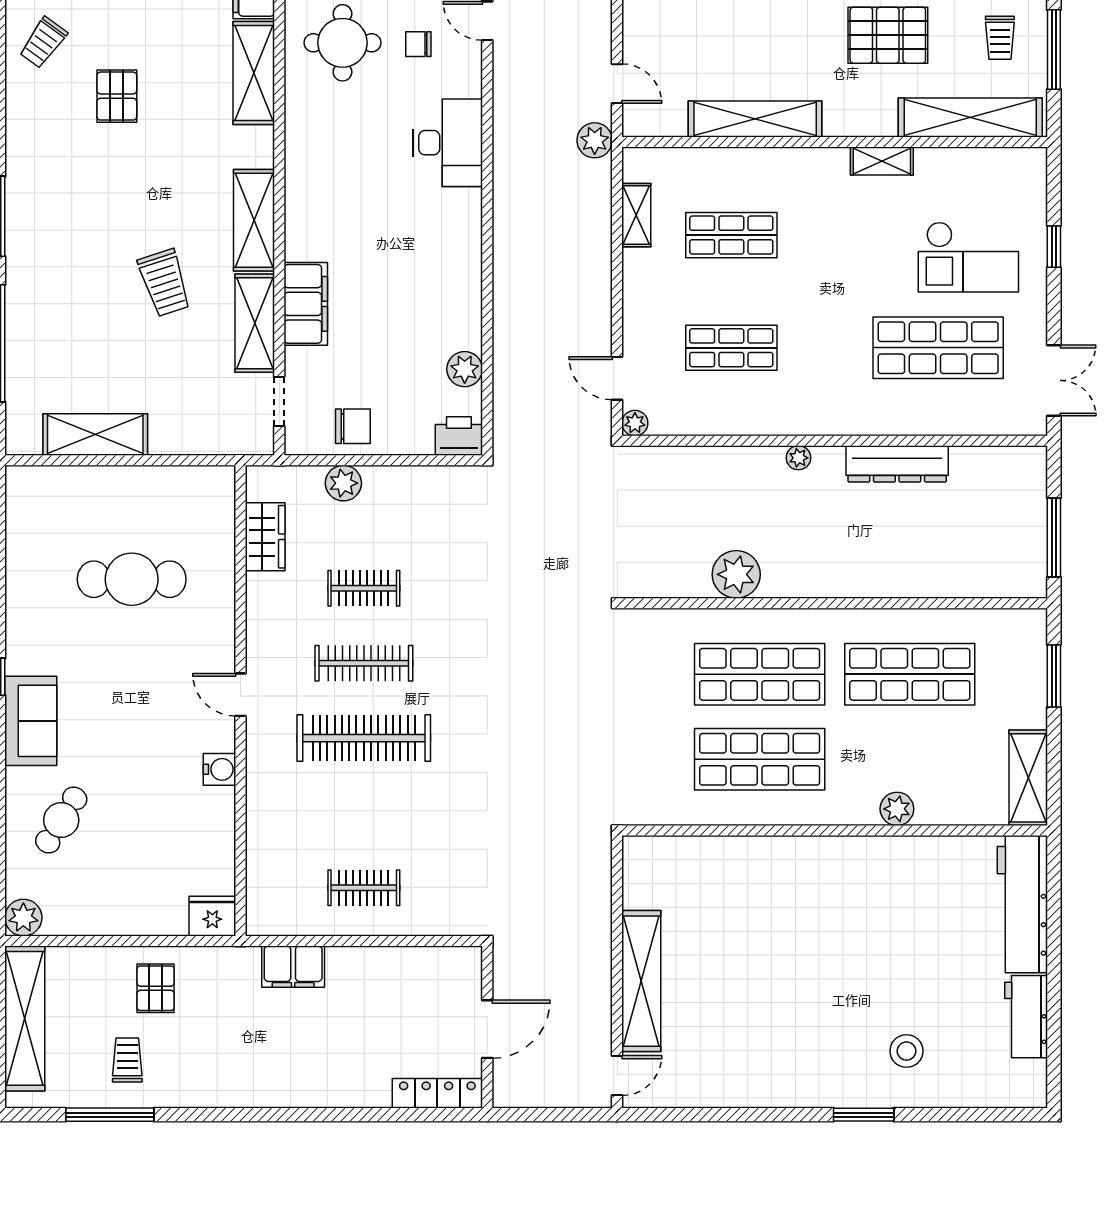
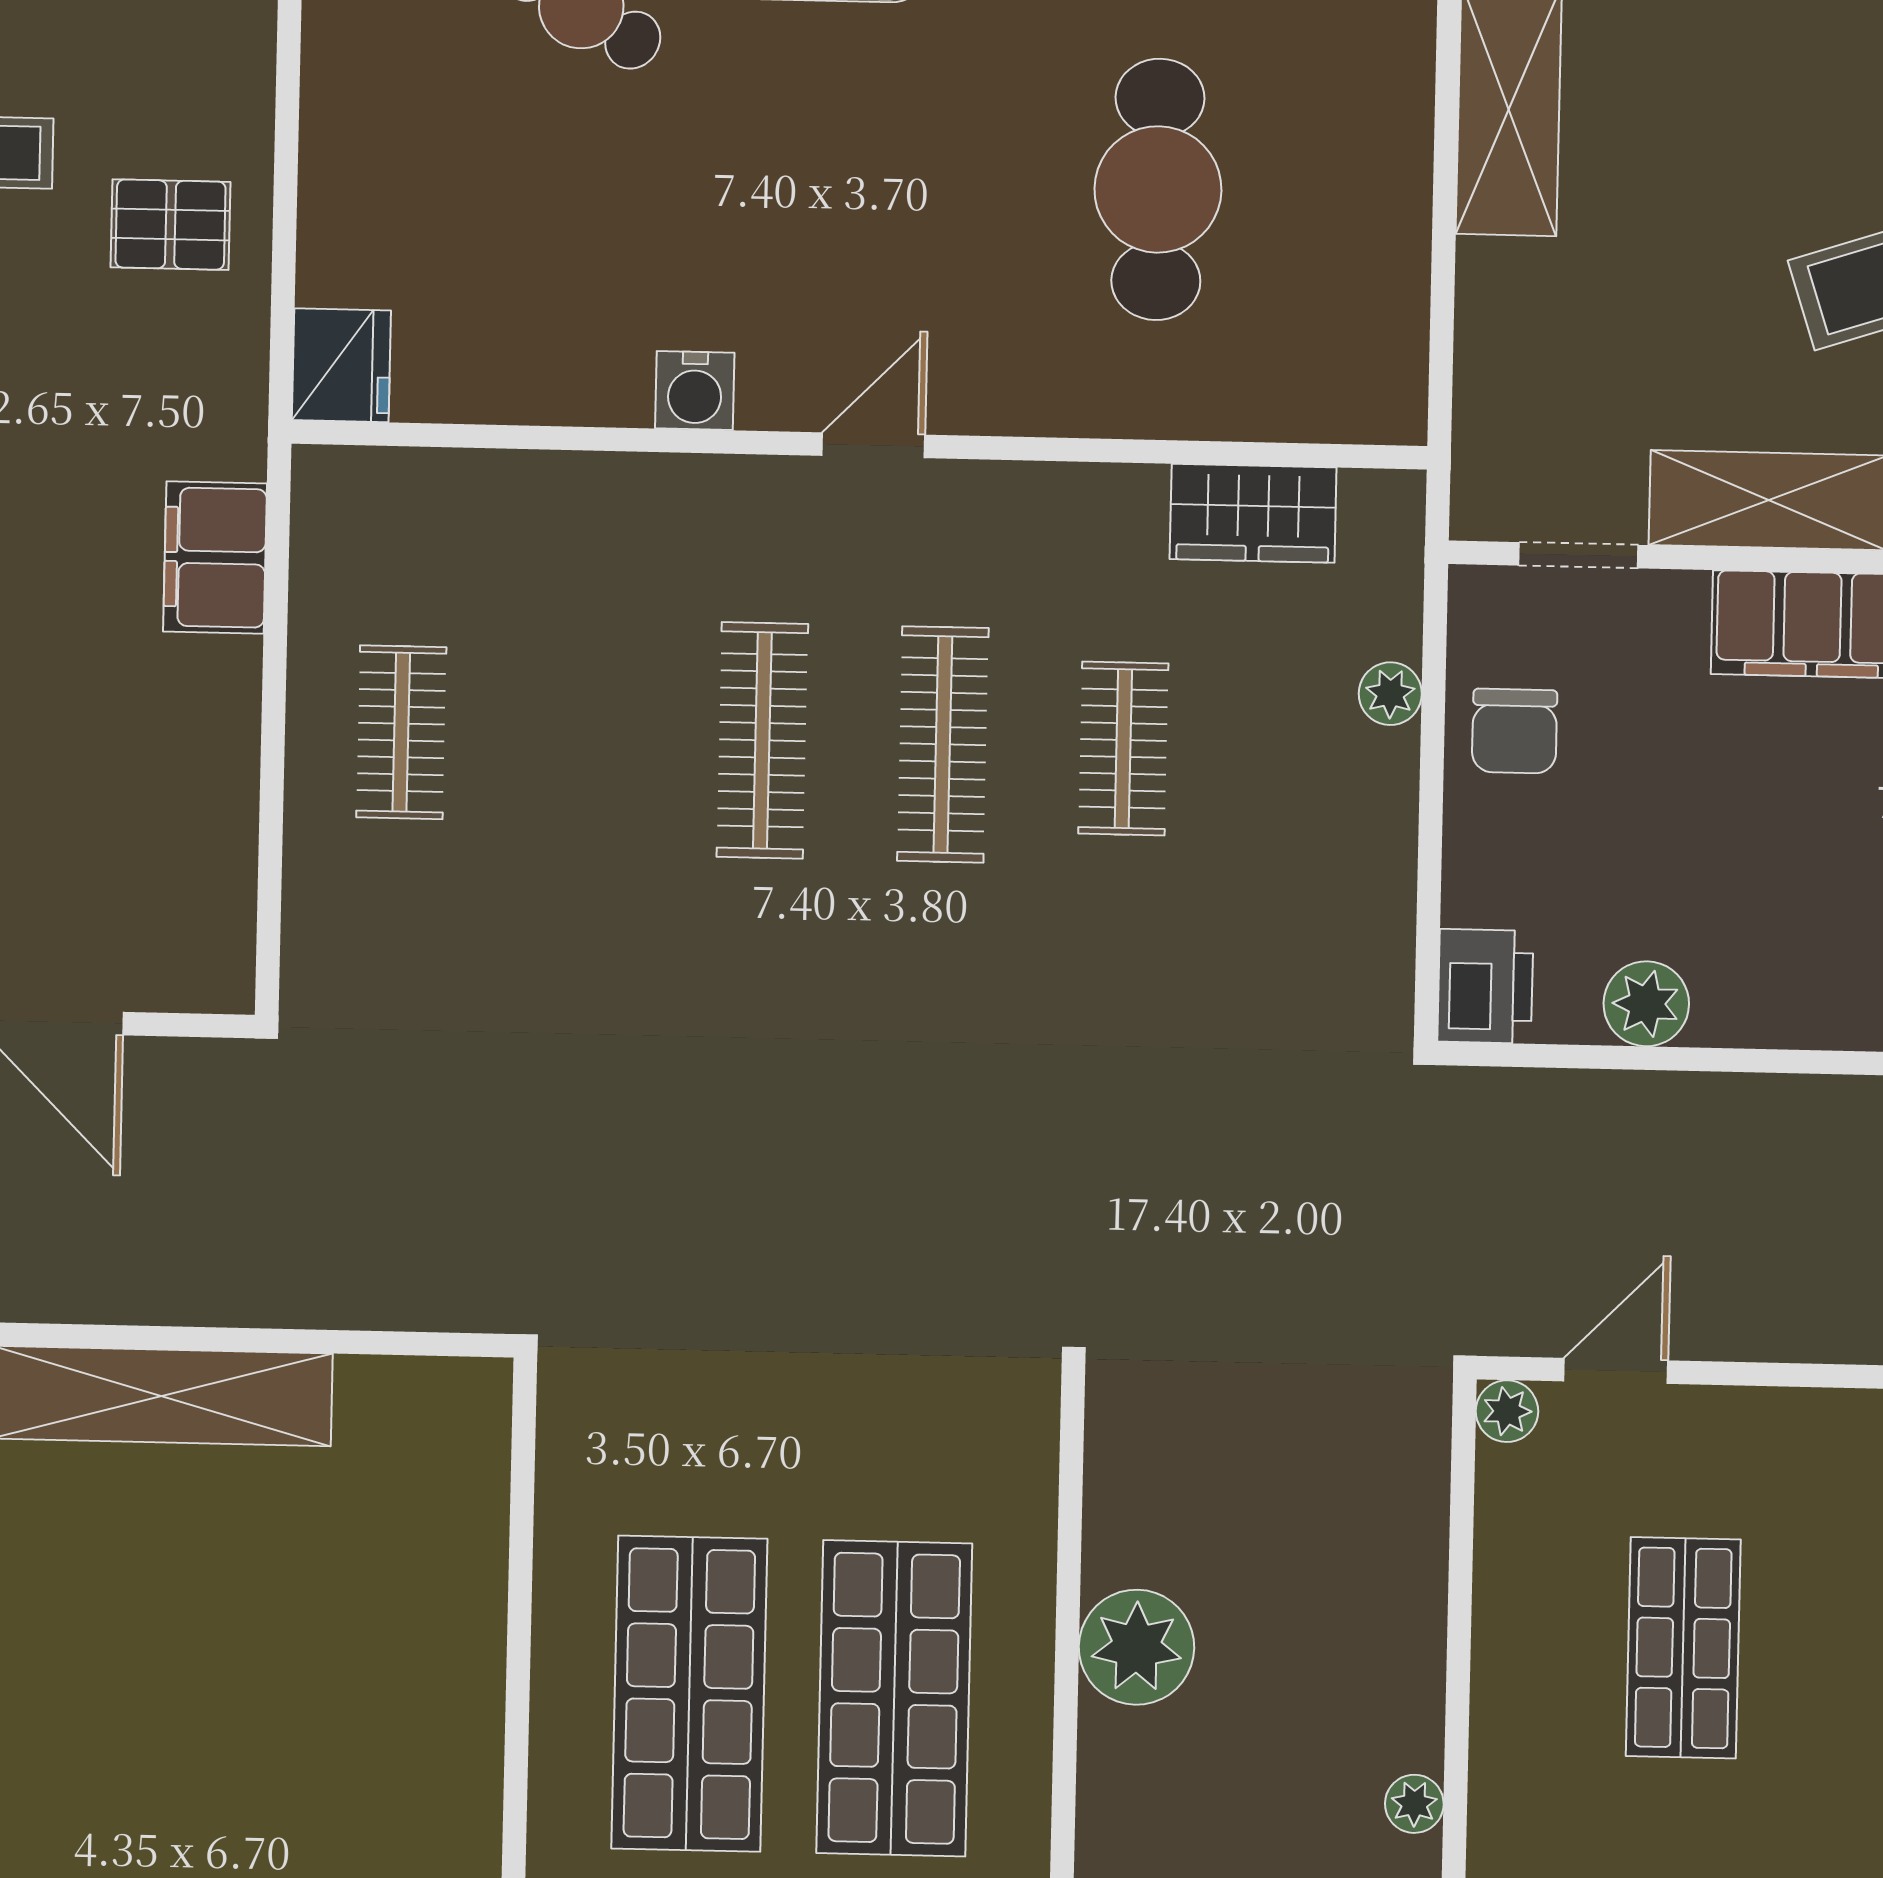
plant: (343, 483) -> (1390, 694), width x0.73, depth x0.73
clothes rail: (364, 738) -> (762, 740), width x0.73, depth x0.76

